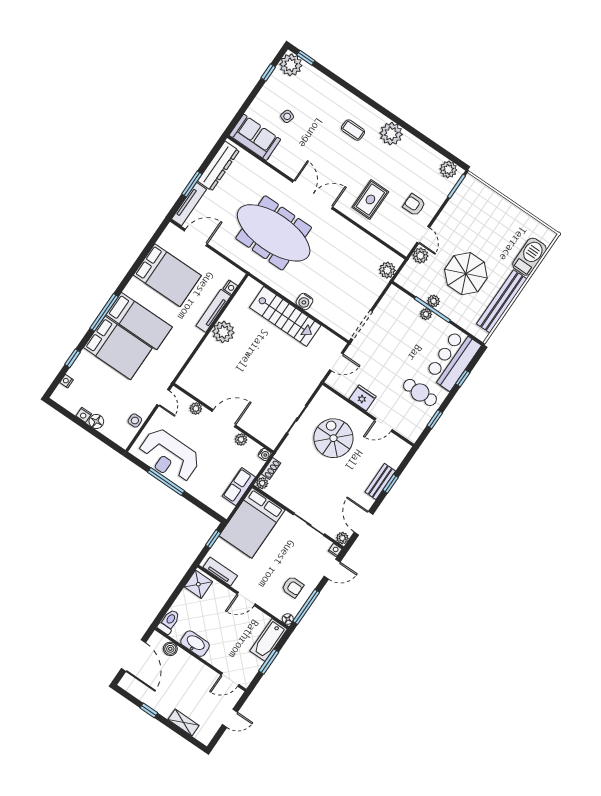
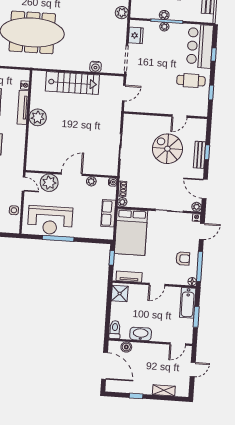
water cooler: (304, 301) -> (96, 67), moved
fridge: (363, 398) -> (136, 35), moved, turned 90
plant: (196, 408) -> (49, 183), width x1.87, depth x1.87
spiral stairs: (333, 438) -> (167, 149), moved

